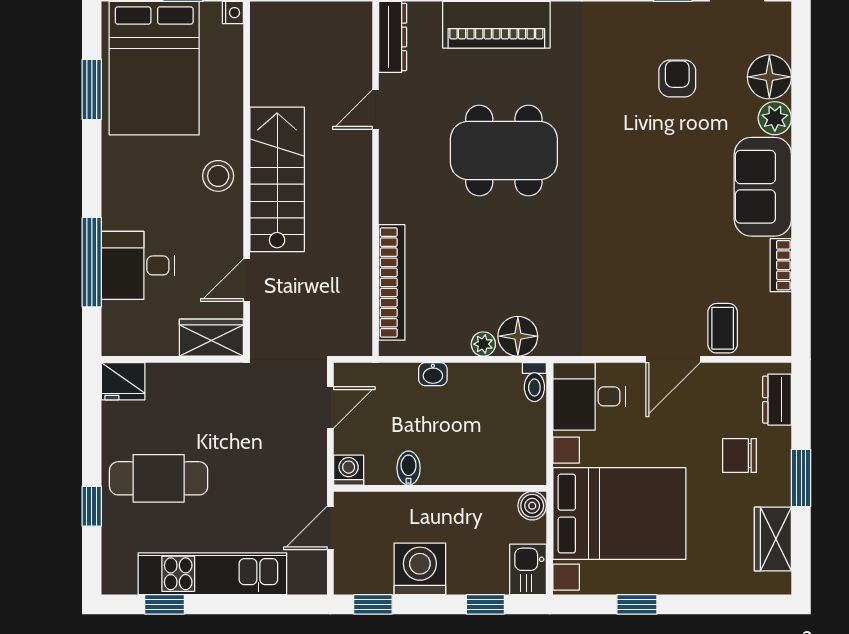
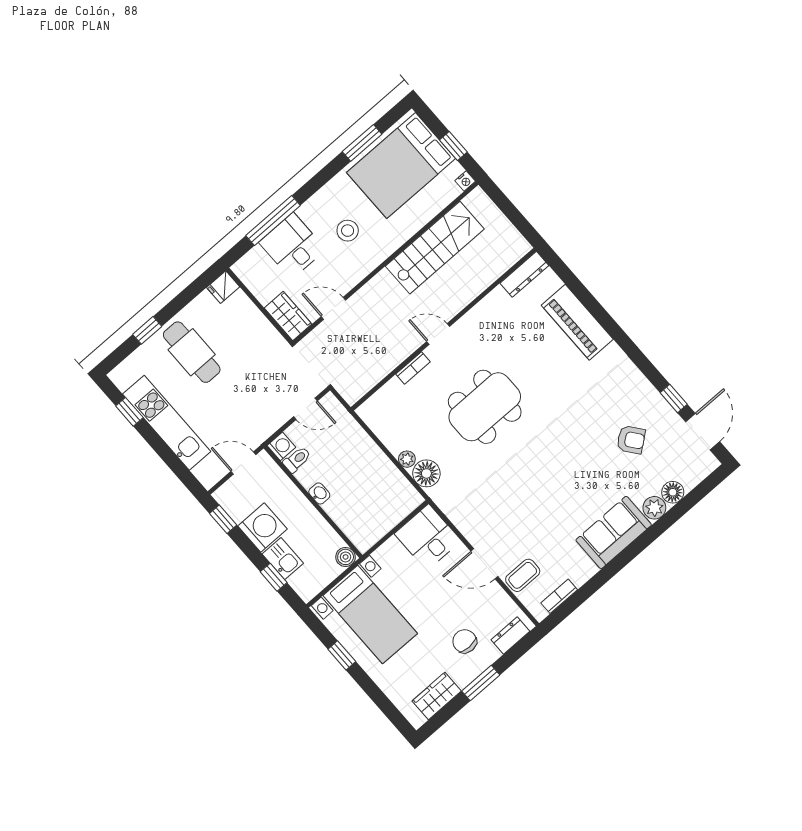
floor lamp: (769, 77) -> (673, 492), width x0.73, depth x0.73
armchair: (677, 78) -> (631, 440), turned 52
door: (375, 109) -> (438, 334), moved
dining table: (504, 151) -> (485, 407), moved, turned 90
stool: (218, 176) -> (348, 231), moved
stairs: (277, 179) -> (435, 248), moved
bookcase: (781, 265) -> (559, 596), moved
bookcase: (392, 282) -> (413, 368), width x0.43, depth x0.76
washbasin: (433, 374) -> (319, 493), moved, turned 180
fridge: (123, 381) -> (223, 287), width x0.72
toilet: (534, 382) -> (297, 460), moved, turned 180
bidet: (409, 468) -> (309, 476), removed
bed with nightstands: (619, 514) -> (370, 615), width x0.73
kitchen sink: (528, 569) -> (283, 559), moved, turned 90

